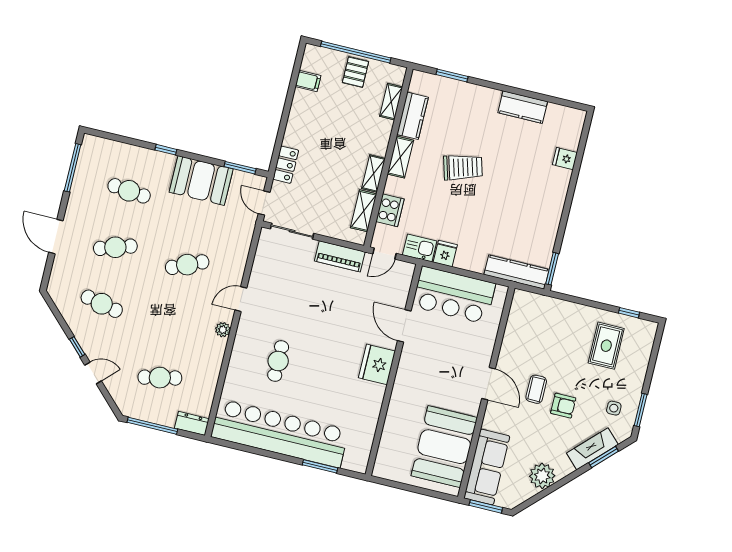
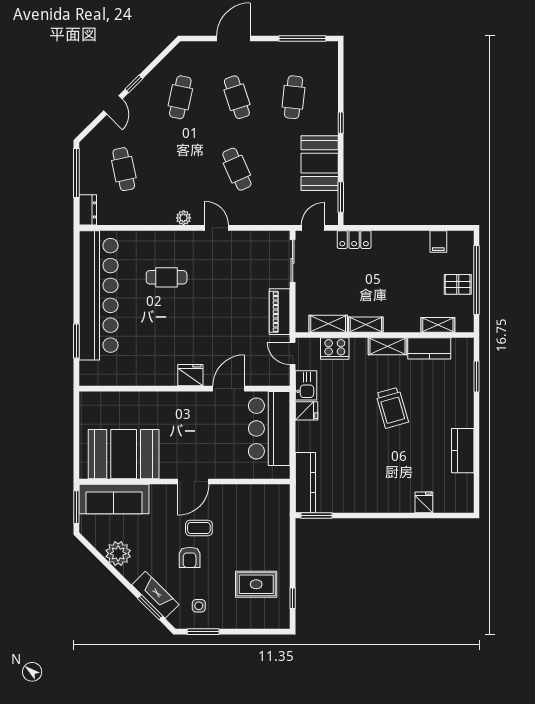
fridge: (377, 364) -> (190, 375), width x0.73, depth x0.75

